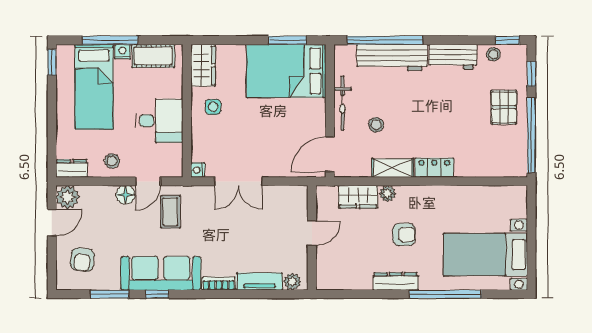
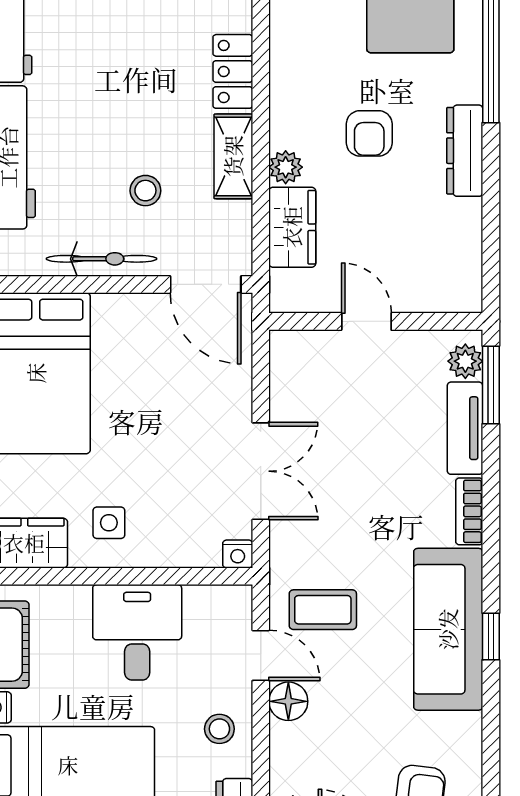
armchair: (404, 234) -> (369, 133), turned 180
window: (110, 294) -> (491, 385), moved

